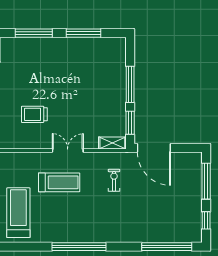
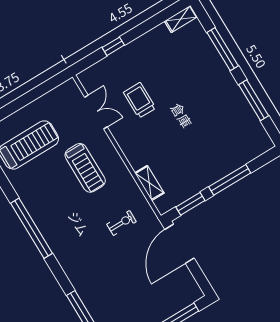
shelving: (112, 143) -> (149, 183), moved
double door: (68, 151) -> (96, 112), moved

